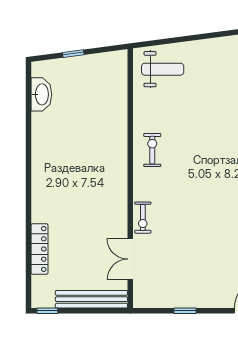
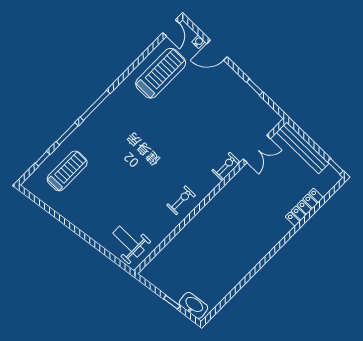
washbasin: (41, 94) -> (193, 305), moved, turned 83
exercise bike: (152, 150) -> (181, 200), turned 180

